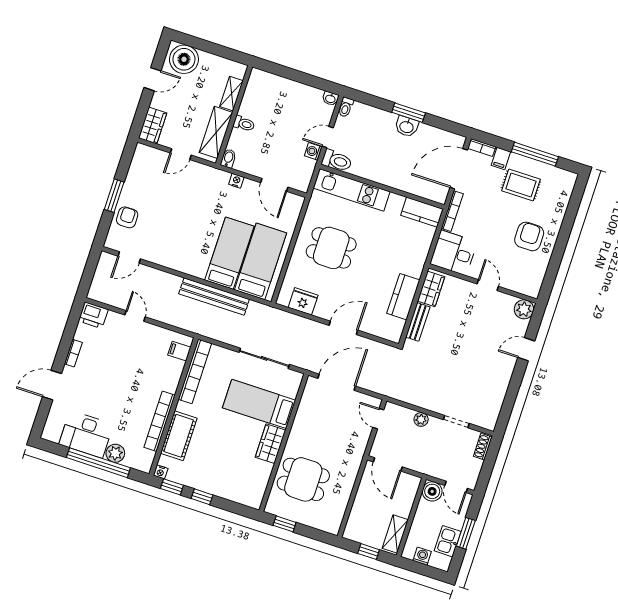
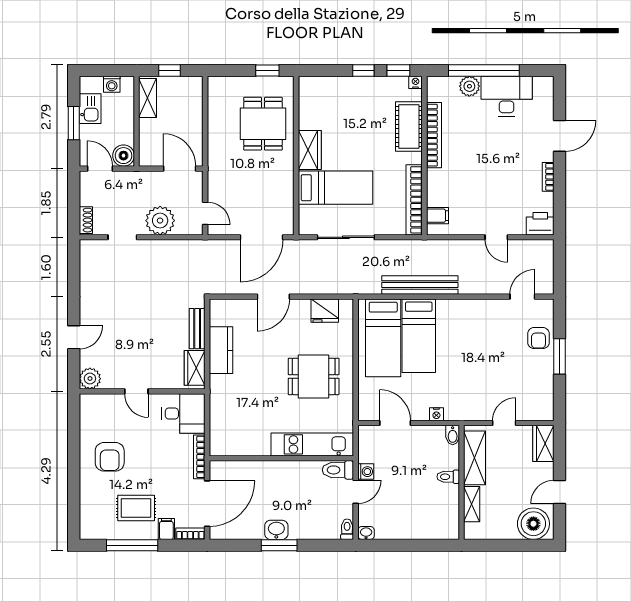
kitchen counter: (422, 212) -> (231, 445), removed
plant: (421, 419) -> (160, 221), width x1.87, depth x1.87
dining table: (303, 479) -> (263, 124), turned 90

